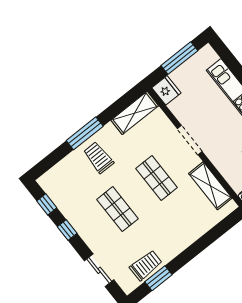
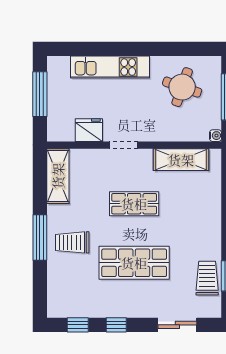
fridge: (166, 90) -> (89, 130), moved
doorway: (190, 140) -> (124, 145), width x0.73
shop shelf: (118, 209) -> (134, 263), width x1.43, depth x1.36

